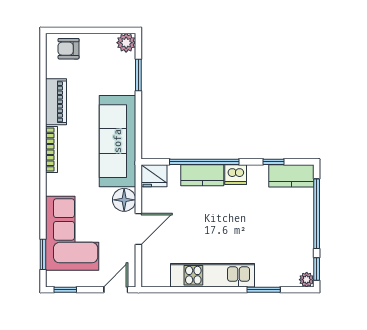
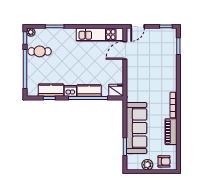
plant: (126, 43) -> (147, 165), moved
sofa: (118, 141) -> (137, 128), moved
kitchen counter: (291, 176) -> (51, 90), moved
floor lamp: (124, 200) -> (133, 77), removed
door: (138, 229) -> (125, 50), moved
corner sofa: (72, 233) -> (162, 58), removed
cafe table: (291, 245) -> (40, 51), added
kitchen unit: (213, 275) -> (100, 35), moved

